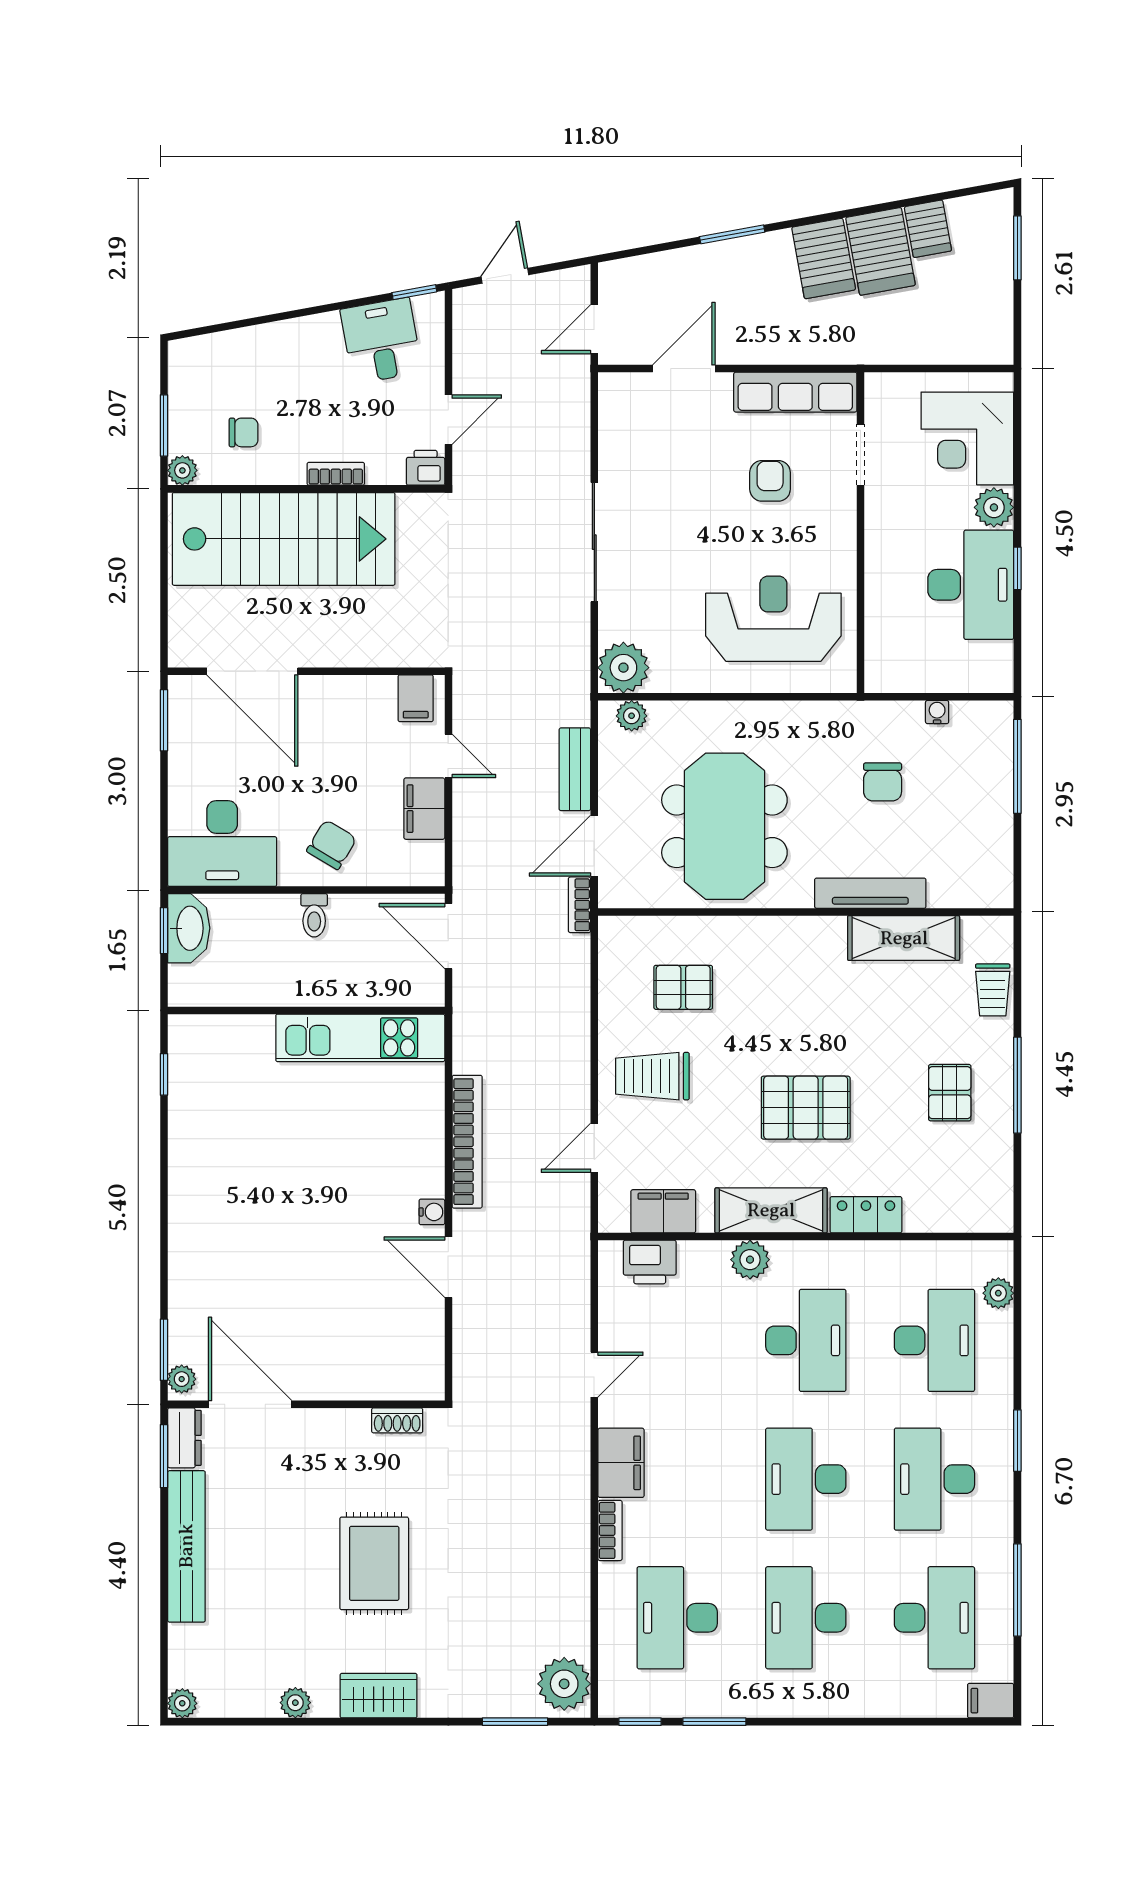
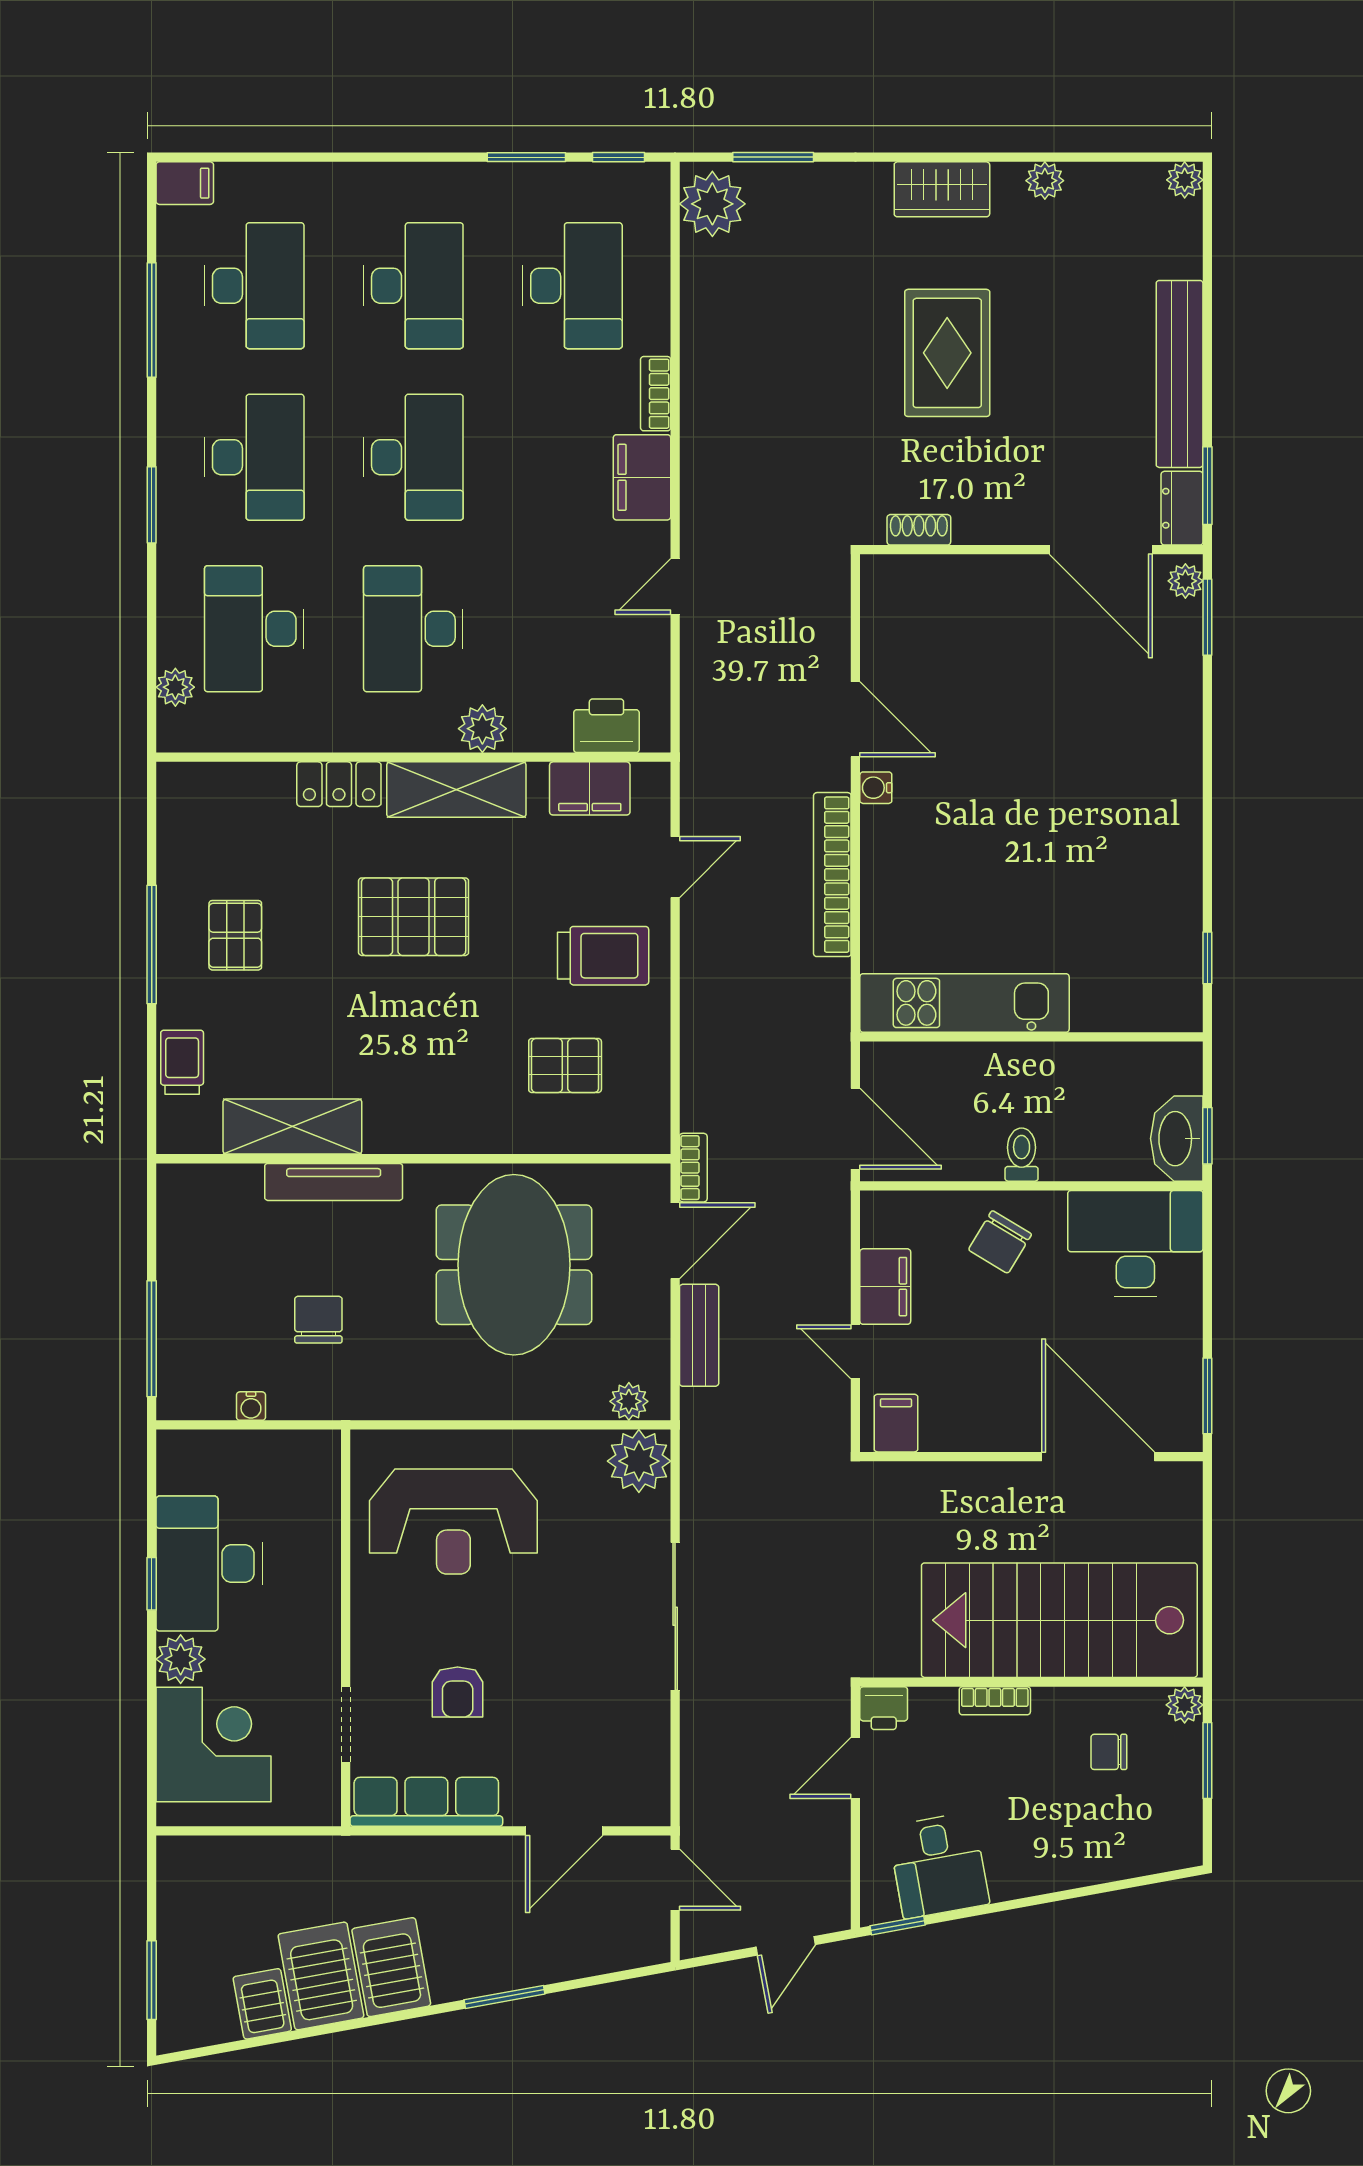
door: (594, 329) -> (675, 1880), hinge flipped
desk: (934, 1618) -> (254, 286), turned 180

